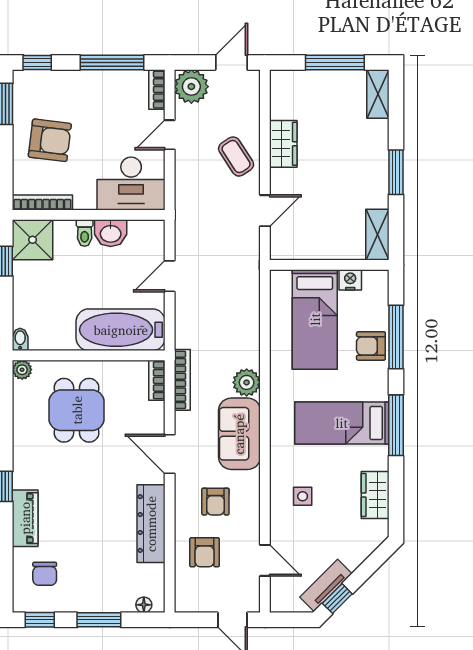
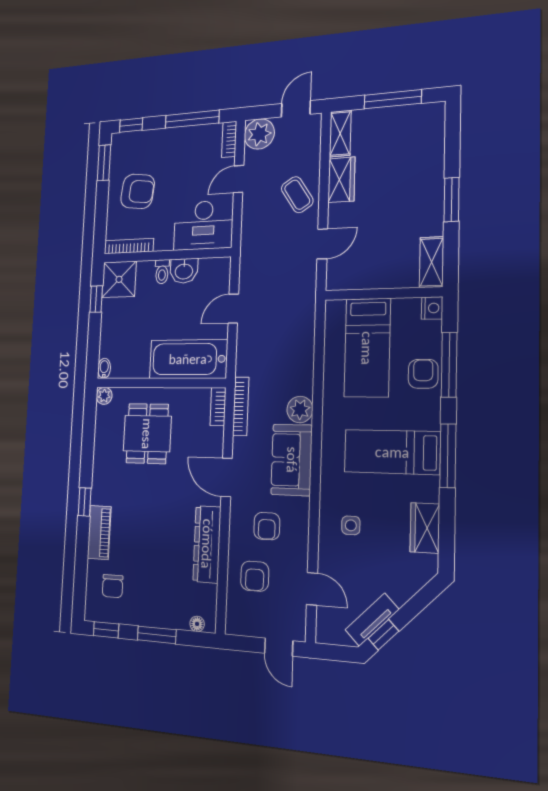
shelving: (378, 94) -> (340, 134), moved
nightstand: (350, 280) -> (432, 308), moved, turned 90
armchair: (371, 346) -> (423, 374), turned 90

